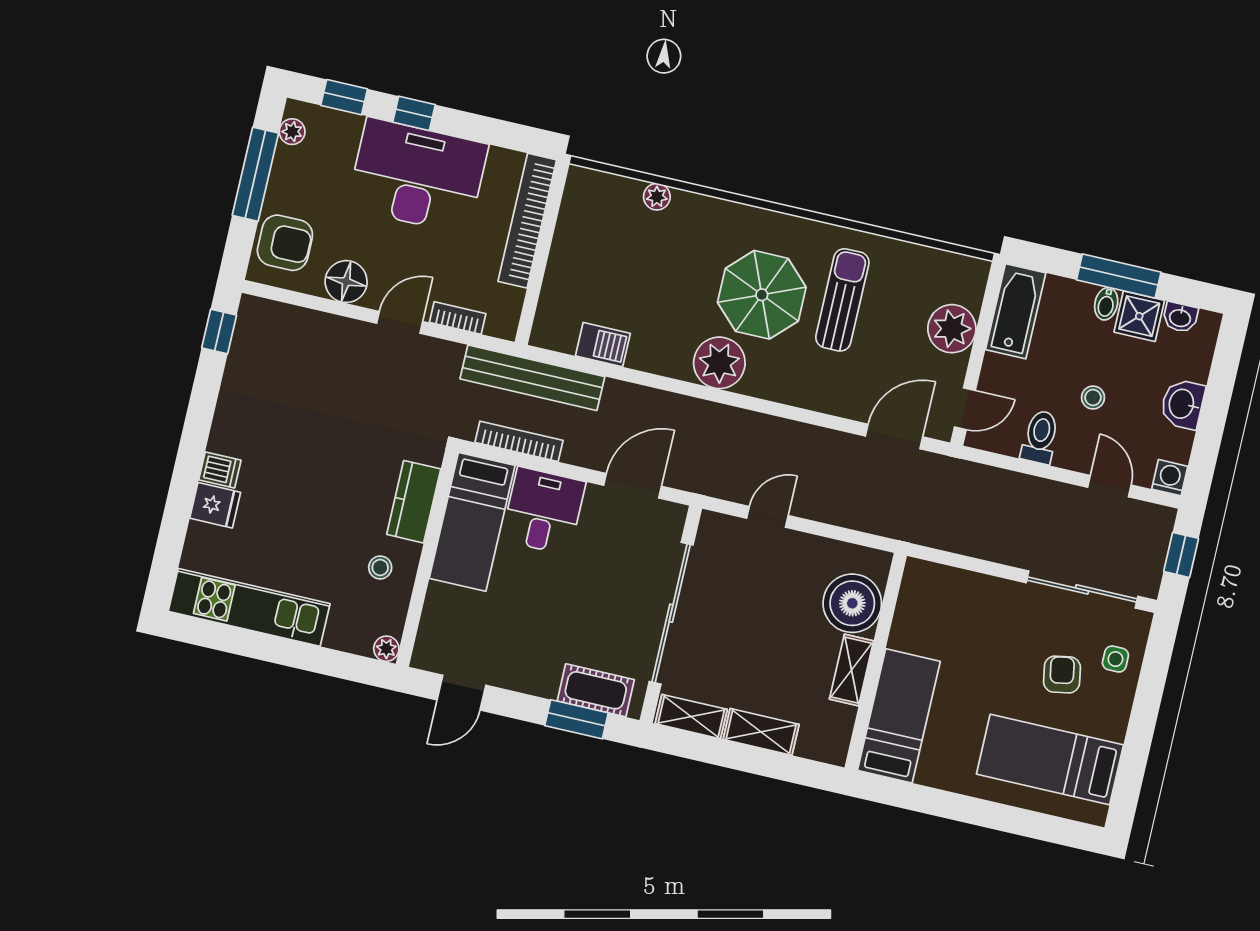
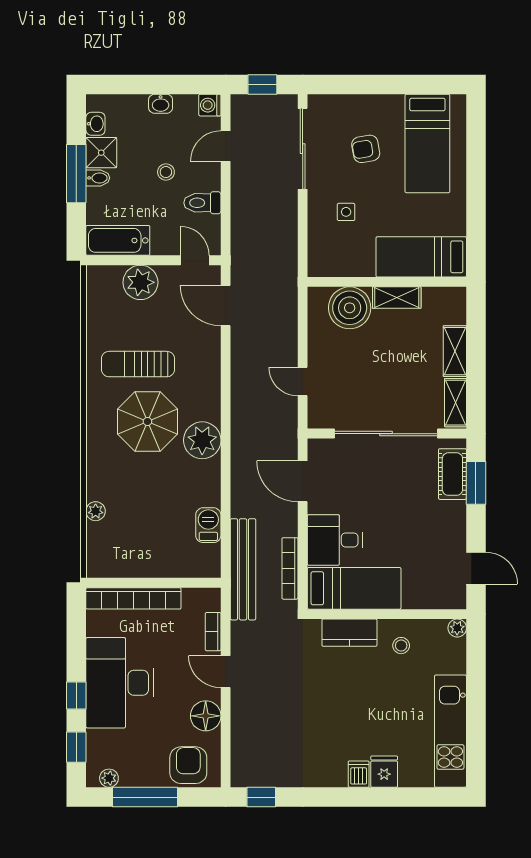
washbasin: (1182, 404) -> (161, 104), width x0.72, depth x0.69
side table: (1115, 659) -> (346, 212), moved

